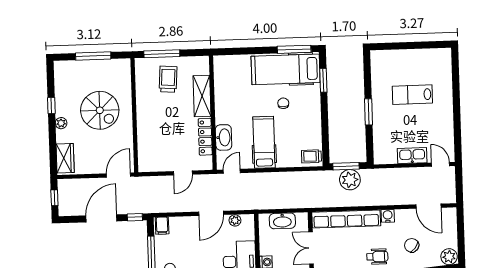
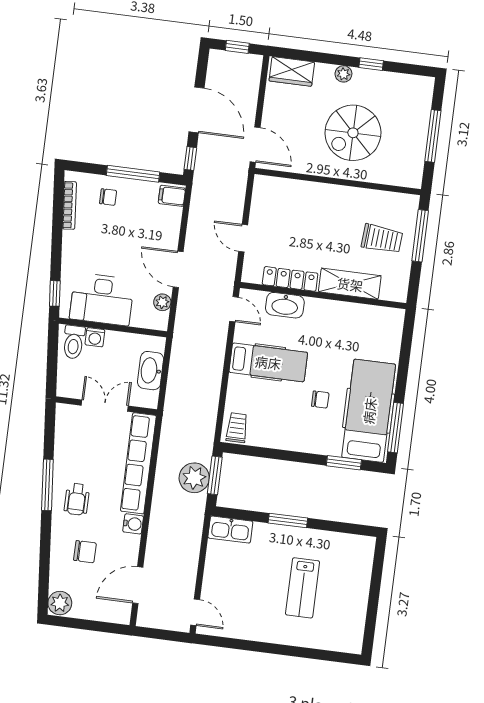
lab bench: (412, 95) -> (303, 588), turned 180
kitchen sink: (412, 156) -> (230, 530), moved, turned 90
door: (441, 164) -> (195, 612), hinge flipped
chair: (412, 245) -> (85, 552), turned 52

